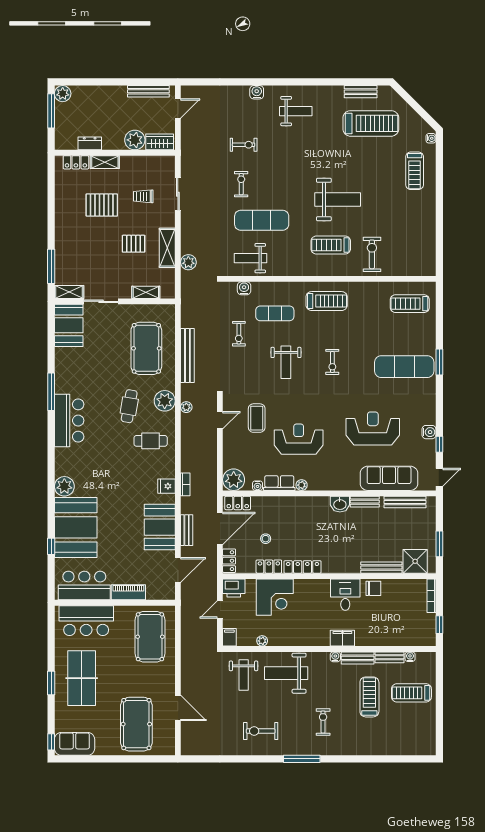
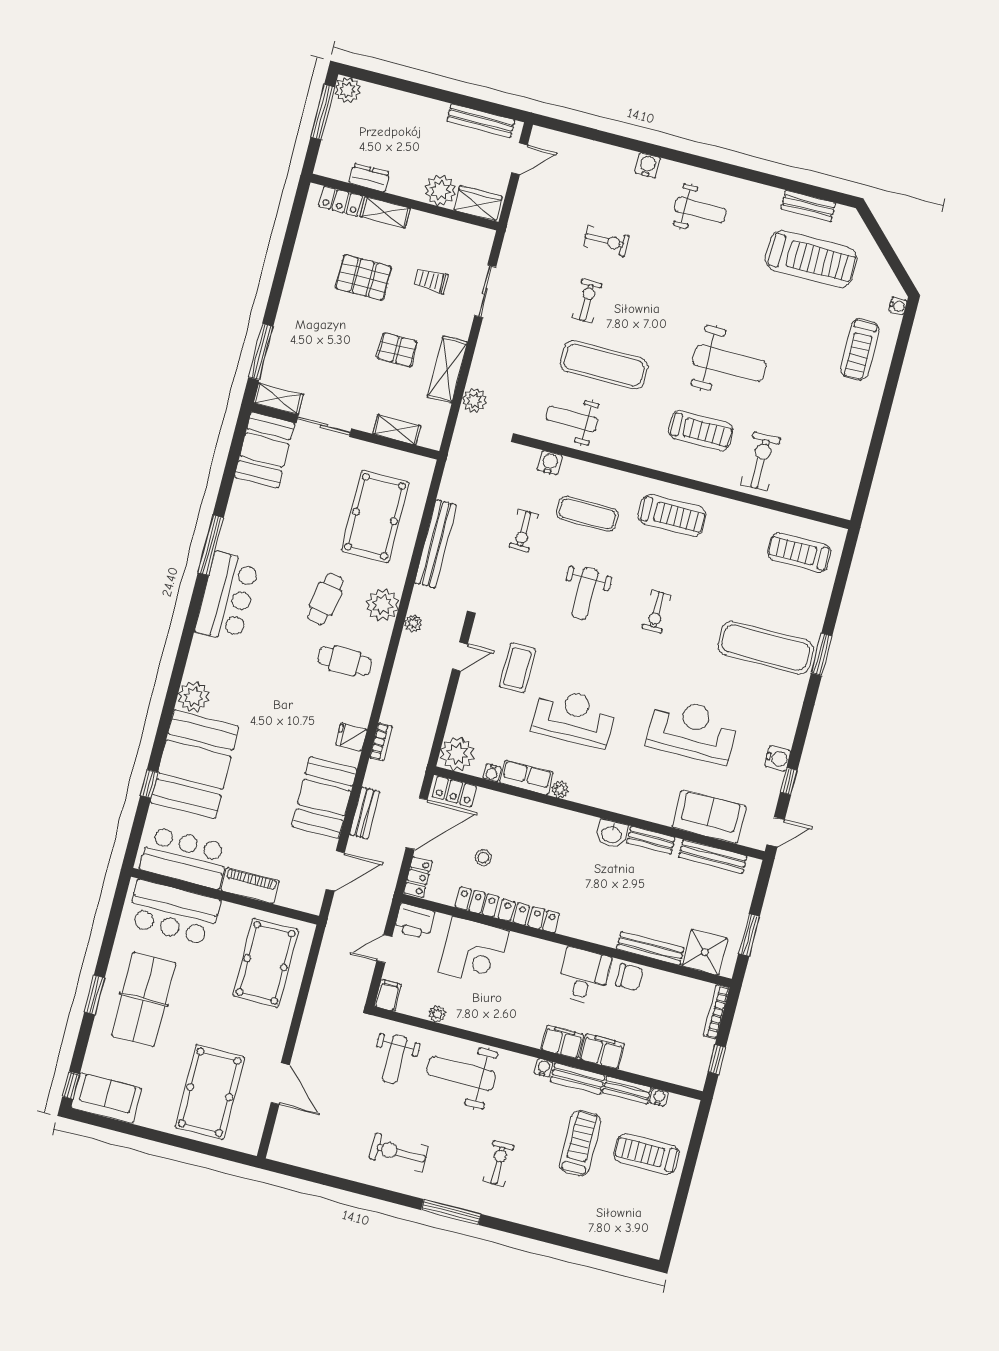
treadmill: (331, 245) -> (701, 431), turned 180
sofa: (389, 478) -> (709, 817), width x0.73
filing cabinet: (368, 638) -> (602, 1051), added

